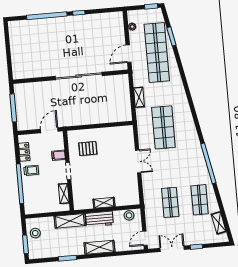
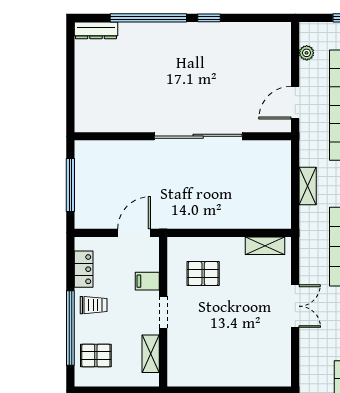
dresser: (20, 25) -> (96, 30), added
pallet: (35, 197) -> (96, 356), added
shelving: (104, 203) -> (265, 246), moved

